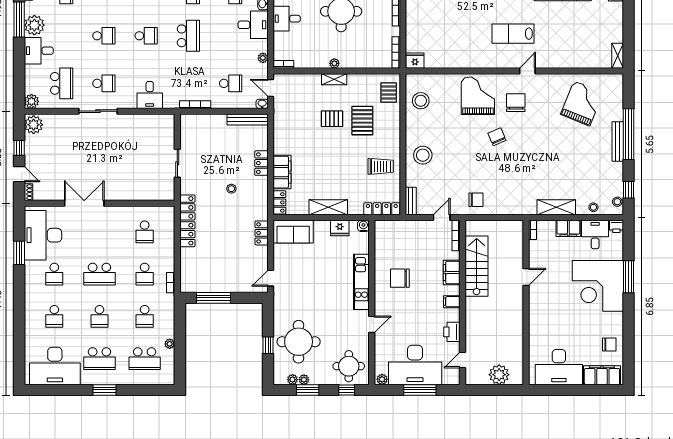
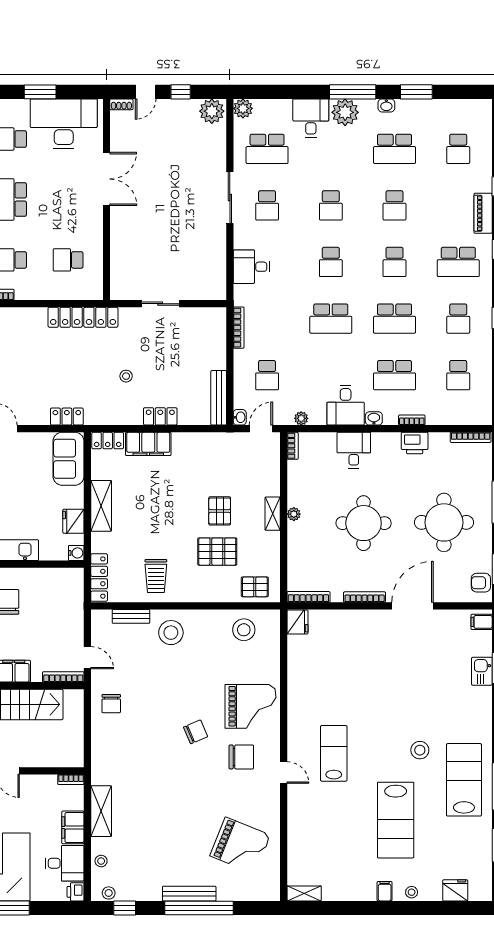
bench: (411, 201) -> (131, 616), moved

